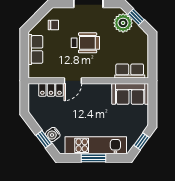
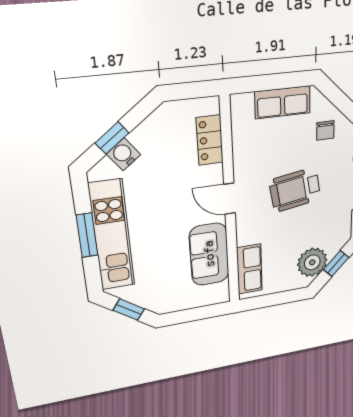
plant: (123, 23) -> (312, 262), moved
wheelchair: (85, 43) -> (295, 190), turned 81
door: (73, 81) -> (229, 199), moved
sofa: (130, 94) -> (209, 254), moved

